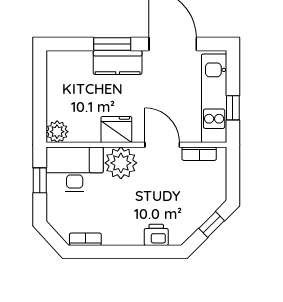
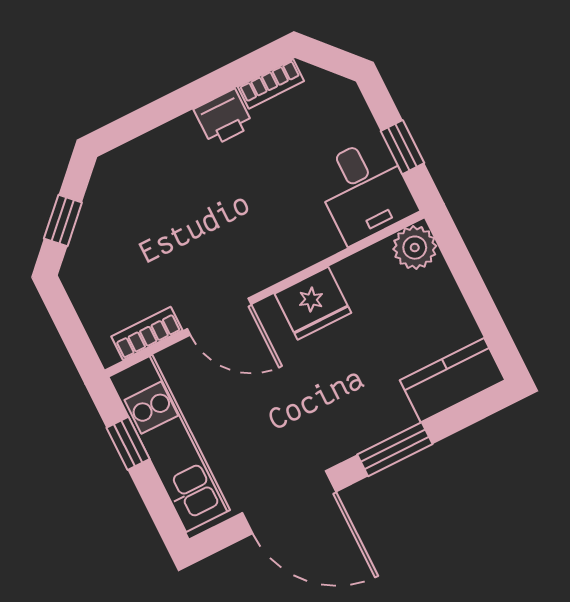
kitchen counter: (118, 62) -> (452, 380), moved
plant: (121, 163) -> (276, 249), removed
desk: (75, 169) -> (365, 190), width x0.73
printer: (156, 235) -> (223, 117), moved

